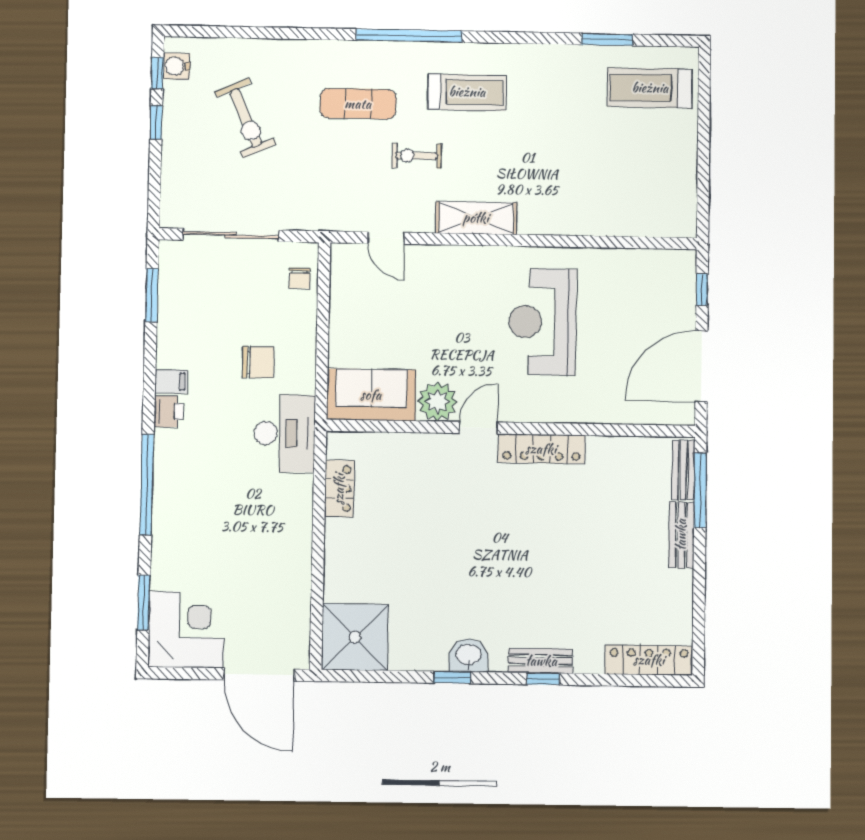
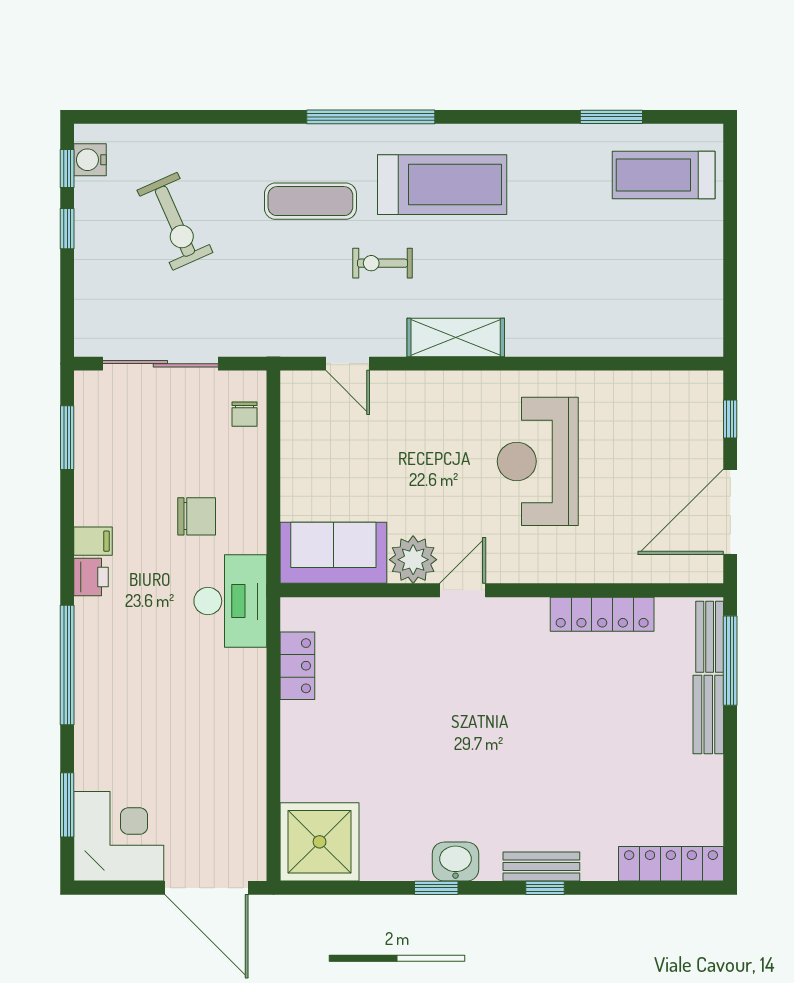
treadmill: (467, 92) -> (442, 185), width x1.37, depth x1.38
locker: (541, 449) -> (602, 614), moved

